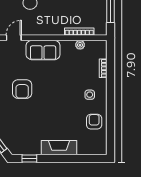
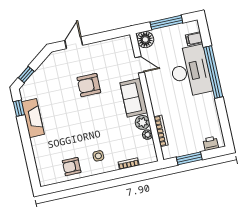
plant: (68, 47) -> (142, 122), added
armchair: (94, 122) -> (72, 167), turned 180
fireplace: (59, 148) -> (33, 118), moved

